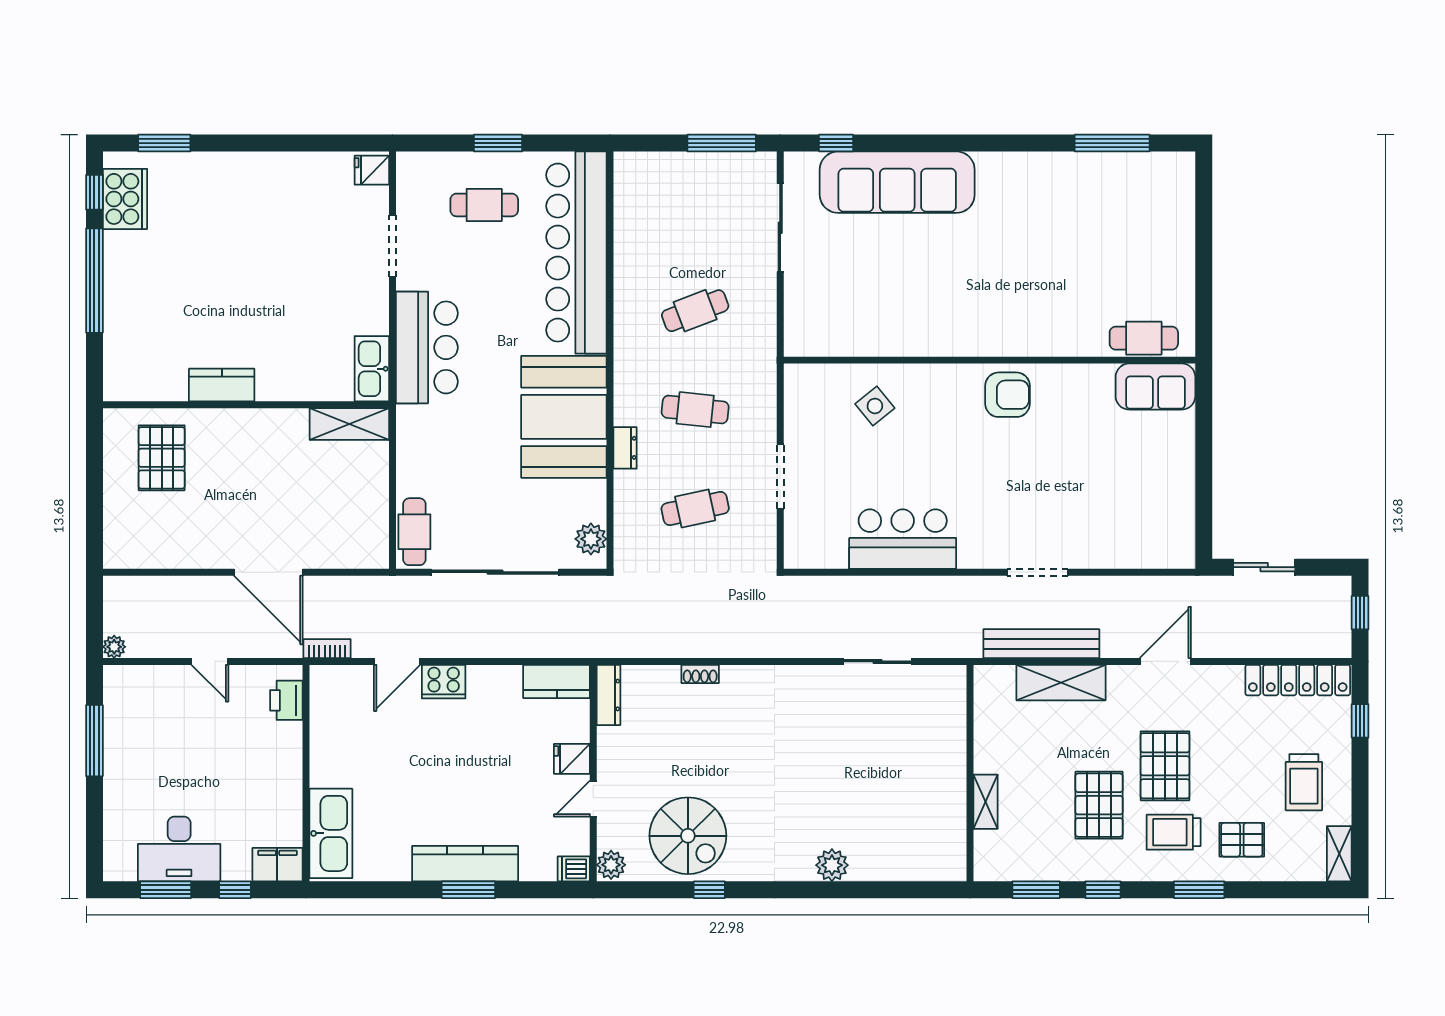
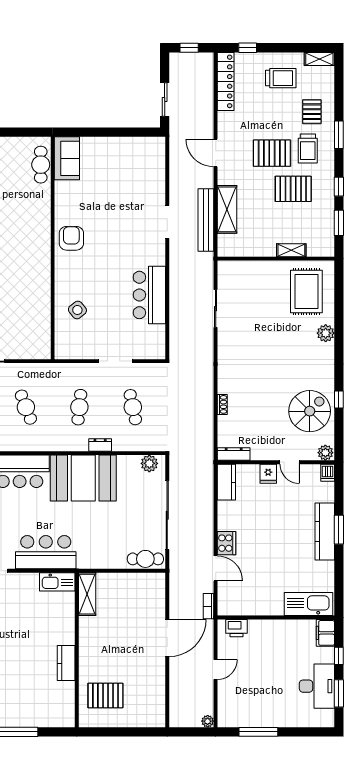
rug: (909, 830) -> (306, 291), added

